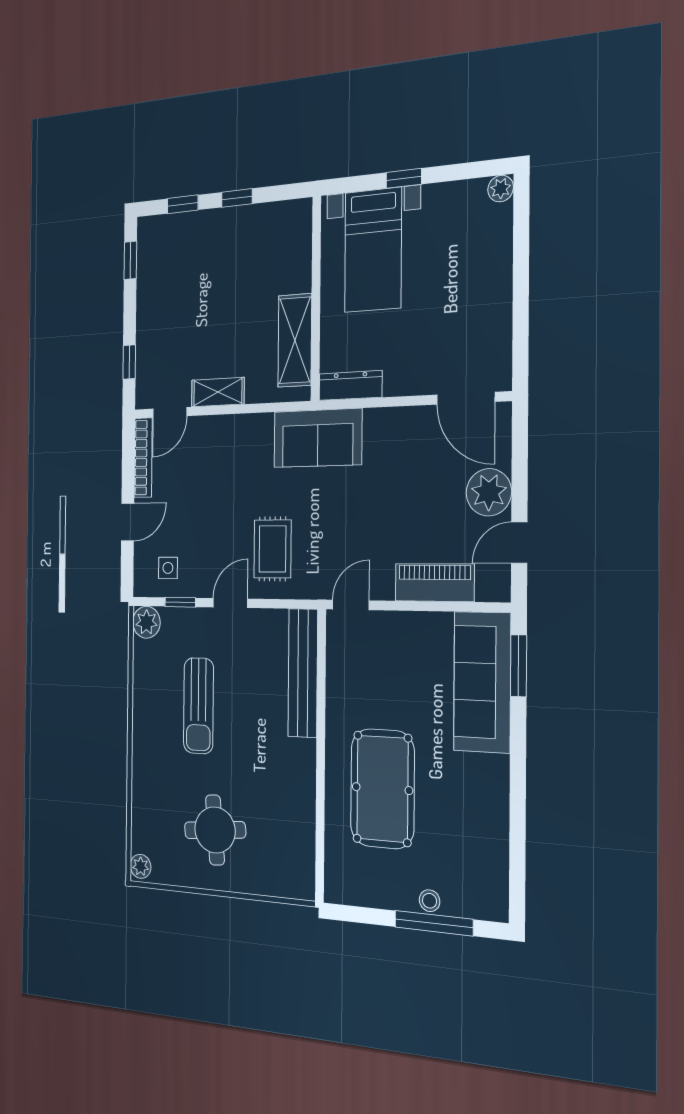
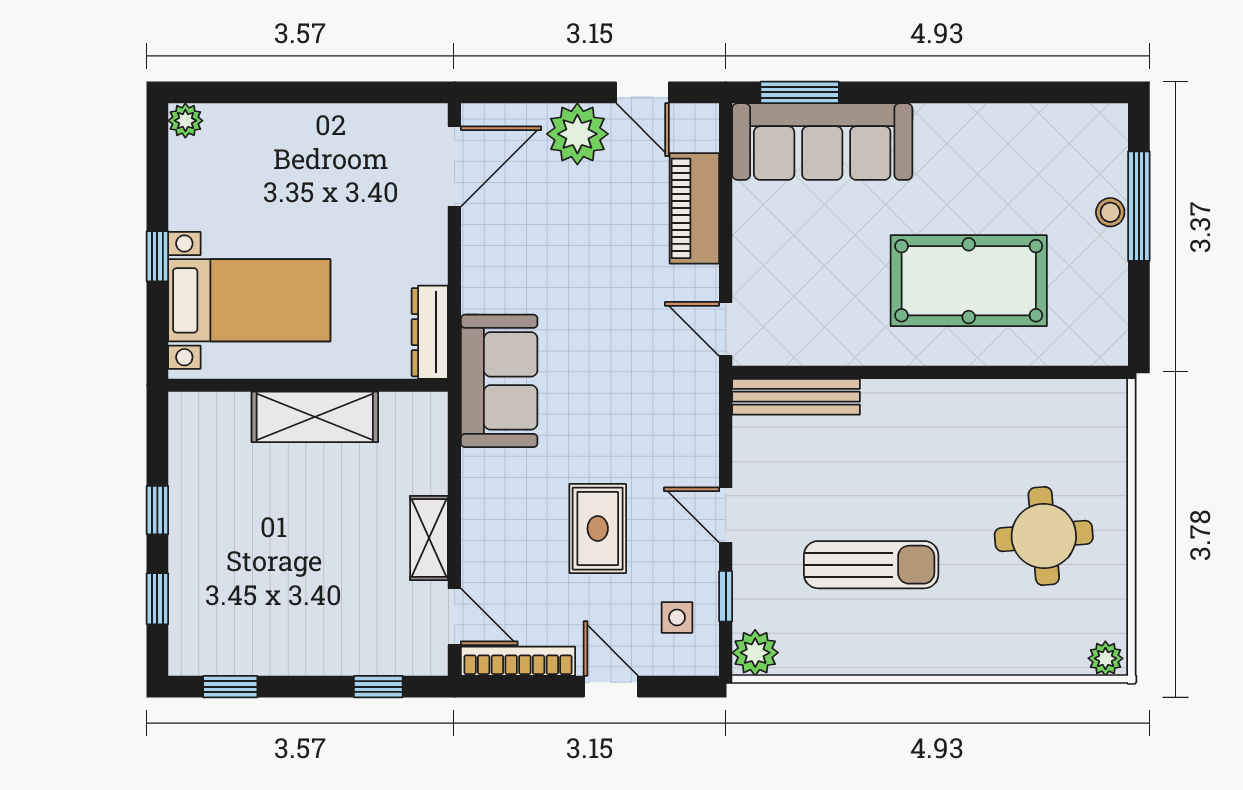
shelving: (295, 340) -> (315, 417), moved
rug: (273, 549) -> (598, 529), moved, turned 90
bench: (303, 673) -> (796, 397), width x0.73, depth x0.82

